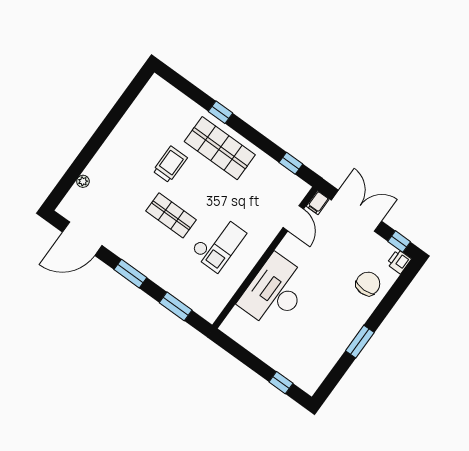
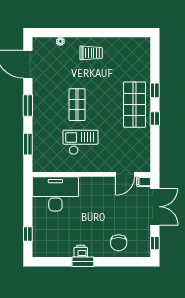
window: (291, 163) -> (155, 119), moved
trolley: (170, 164) -> (91, 53), moved
checkout: (218, 243) -> (81, 142), turned 180
printer: (399, 261) -> (81, 251), moved
chair: (368, 284) -> (119, 243), turned 90
desk: (275, 292) -> (55, 194), moved

